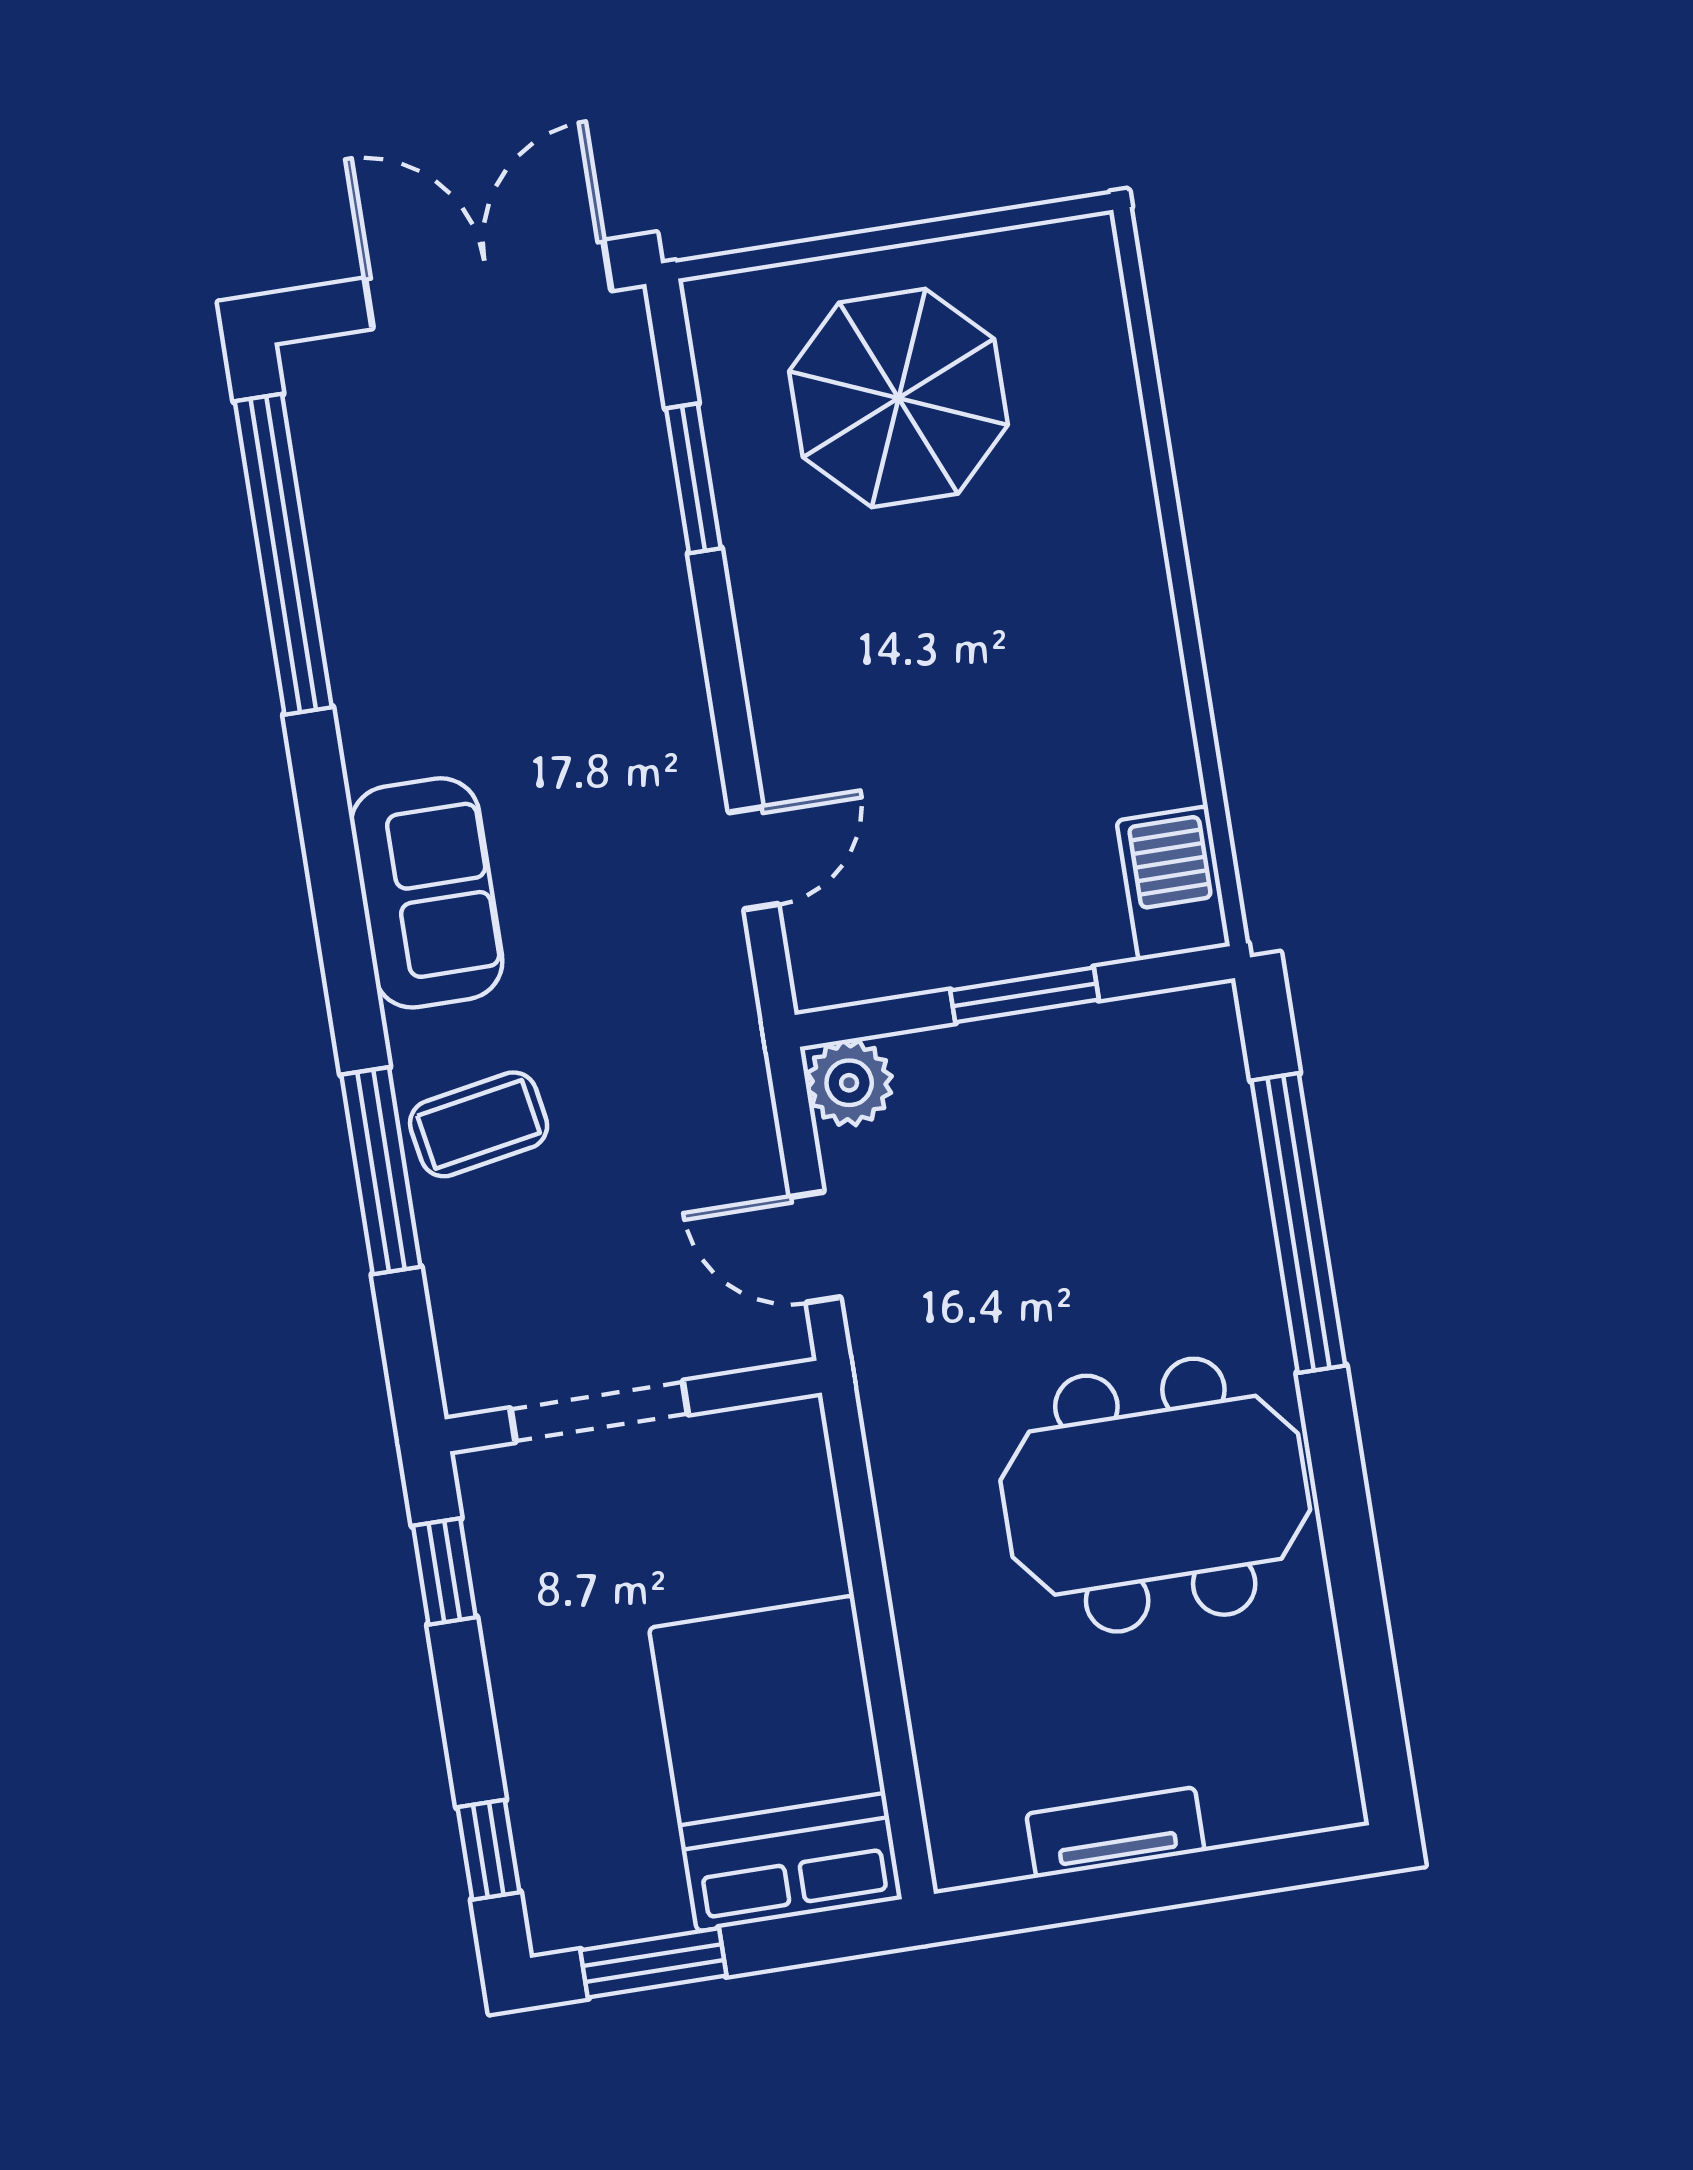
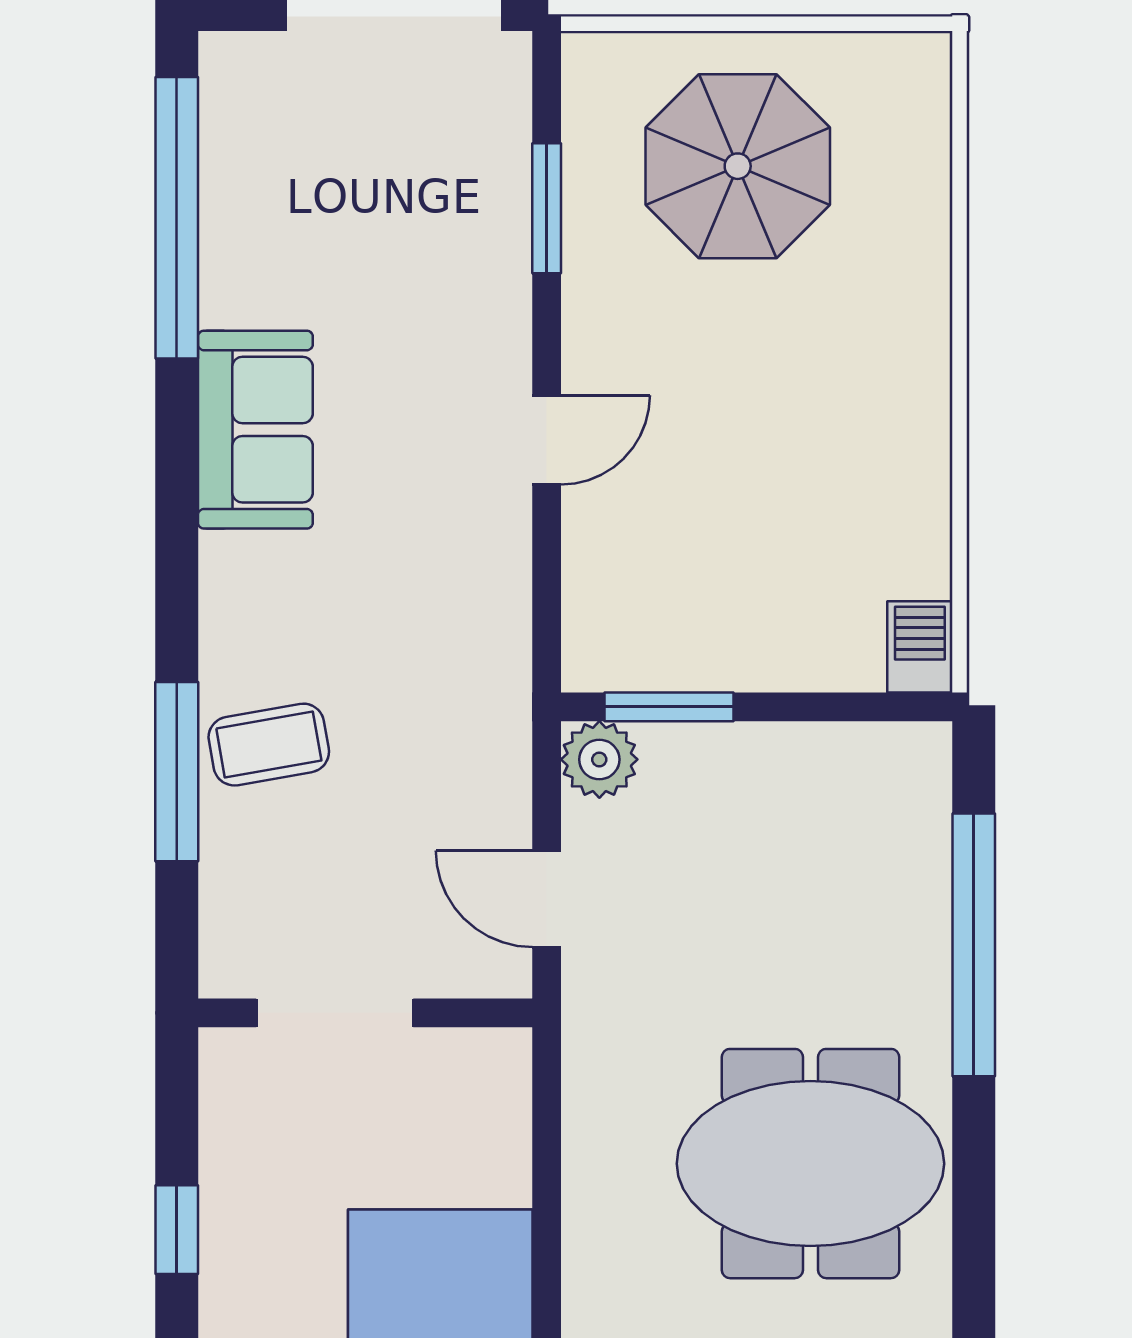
door: (753, 858) -> (547, 440), moved
barbecue: (1173, 883) -> (920, 647), width x0.73, depth x0.79
sofa: (427, 893) -> (255, 430), moved
window: (1025, 995) -> (669, 707), moved
window: (444, 1572) -> (177, 1230), moved

